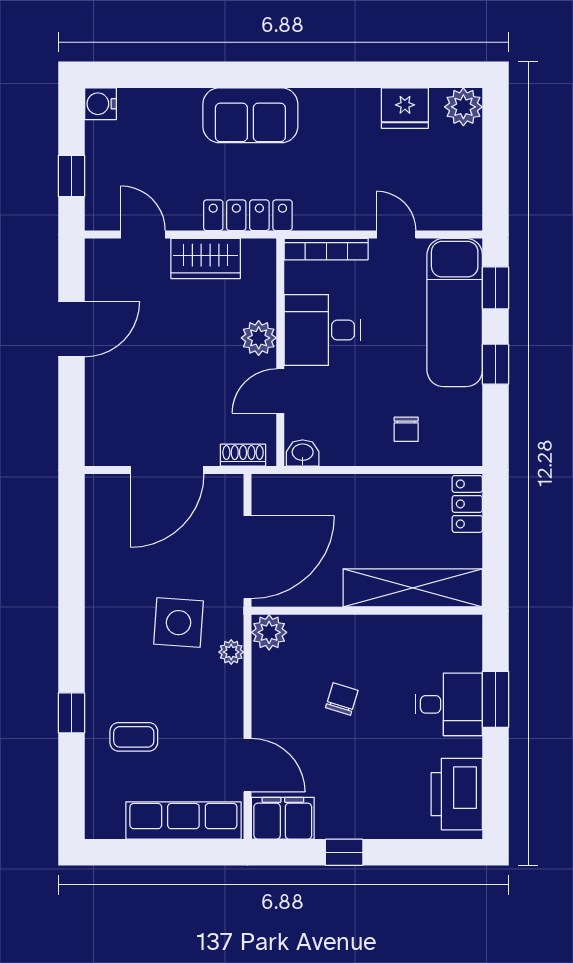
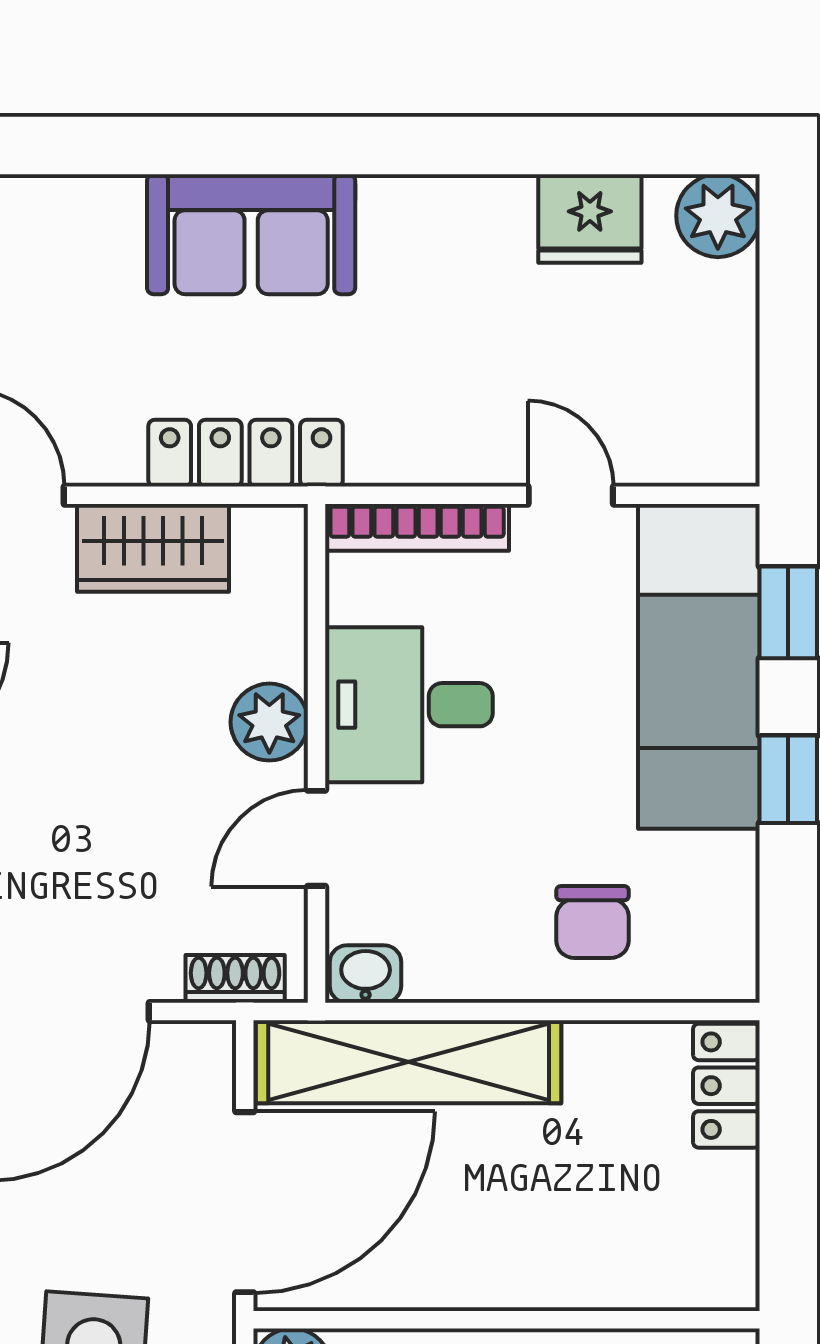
chair: (406, 429) -> (593, 922), width x1.37, depth x1.37
shelving: (413, 588) -> (409, 1062), moved

